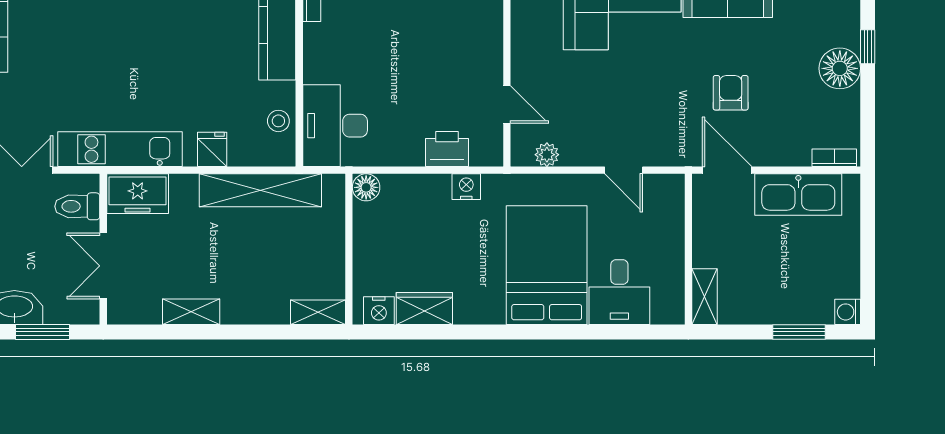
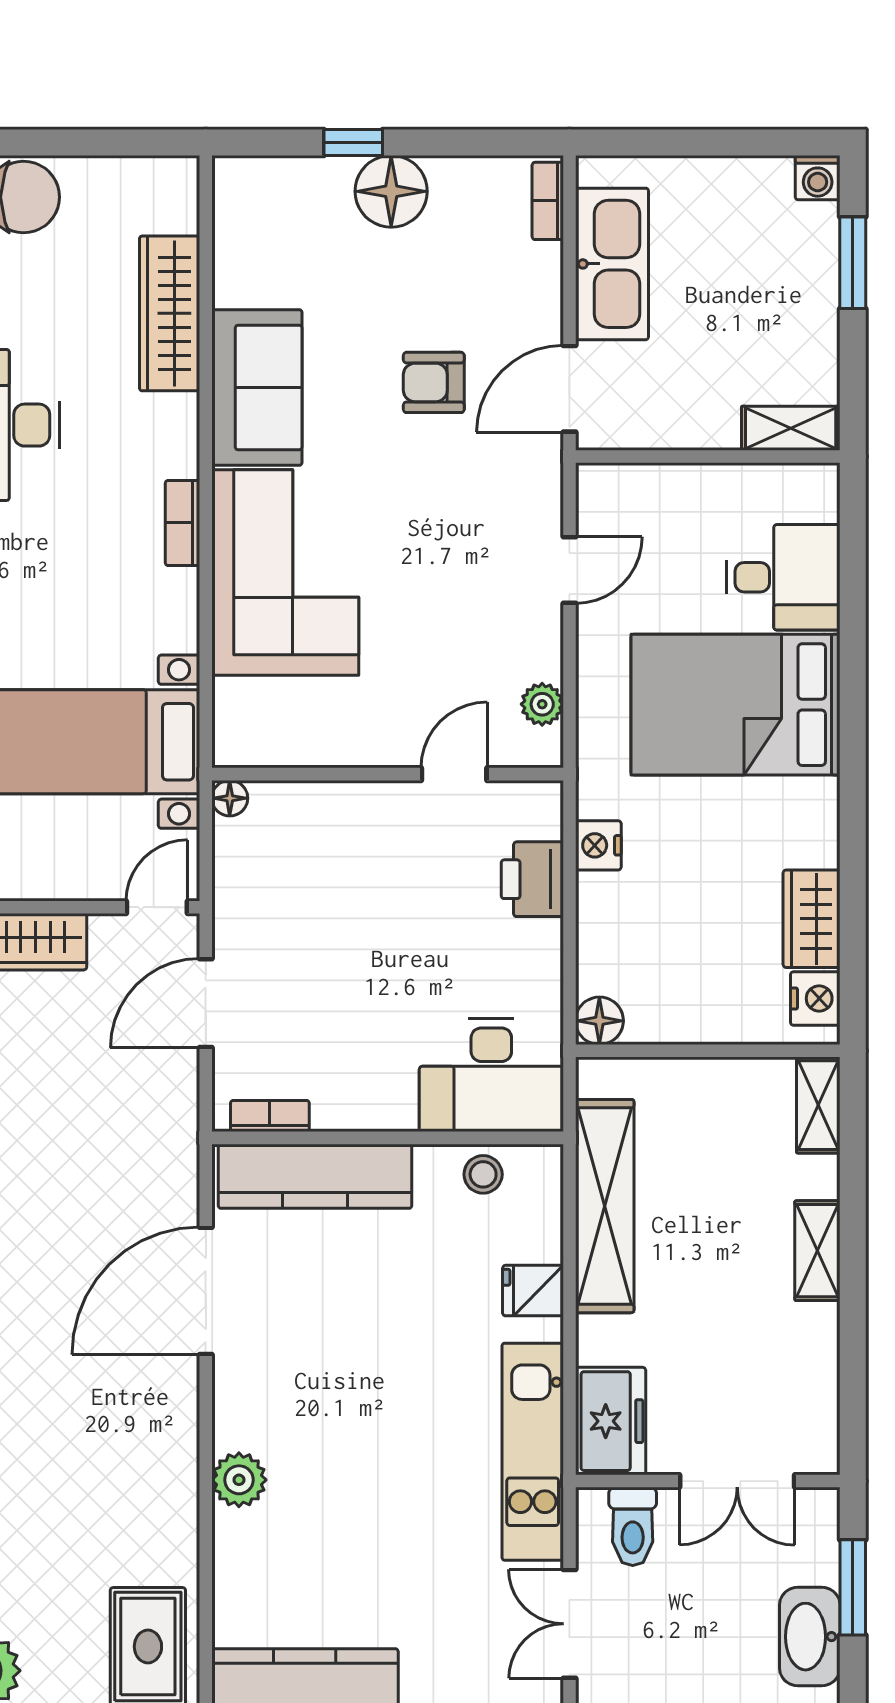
shelving: (191, 312) -> (817, 1251), moved

